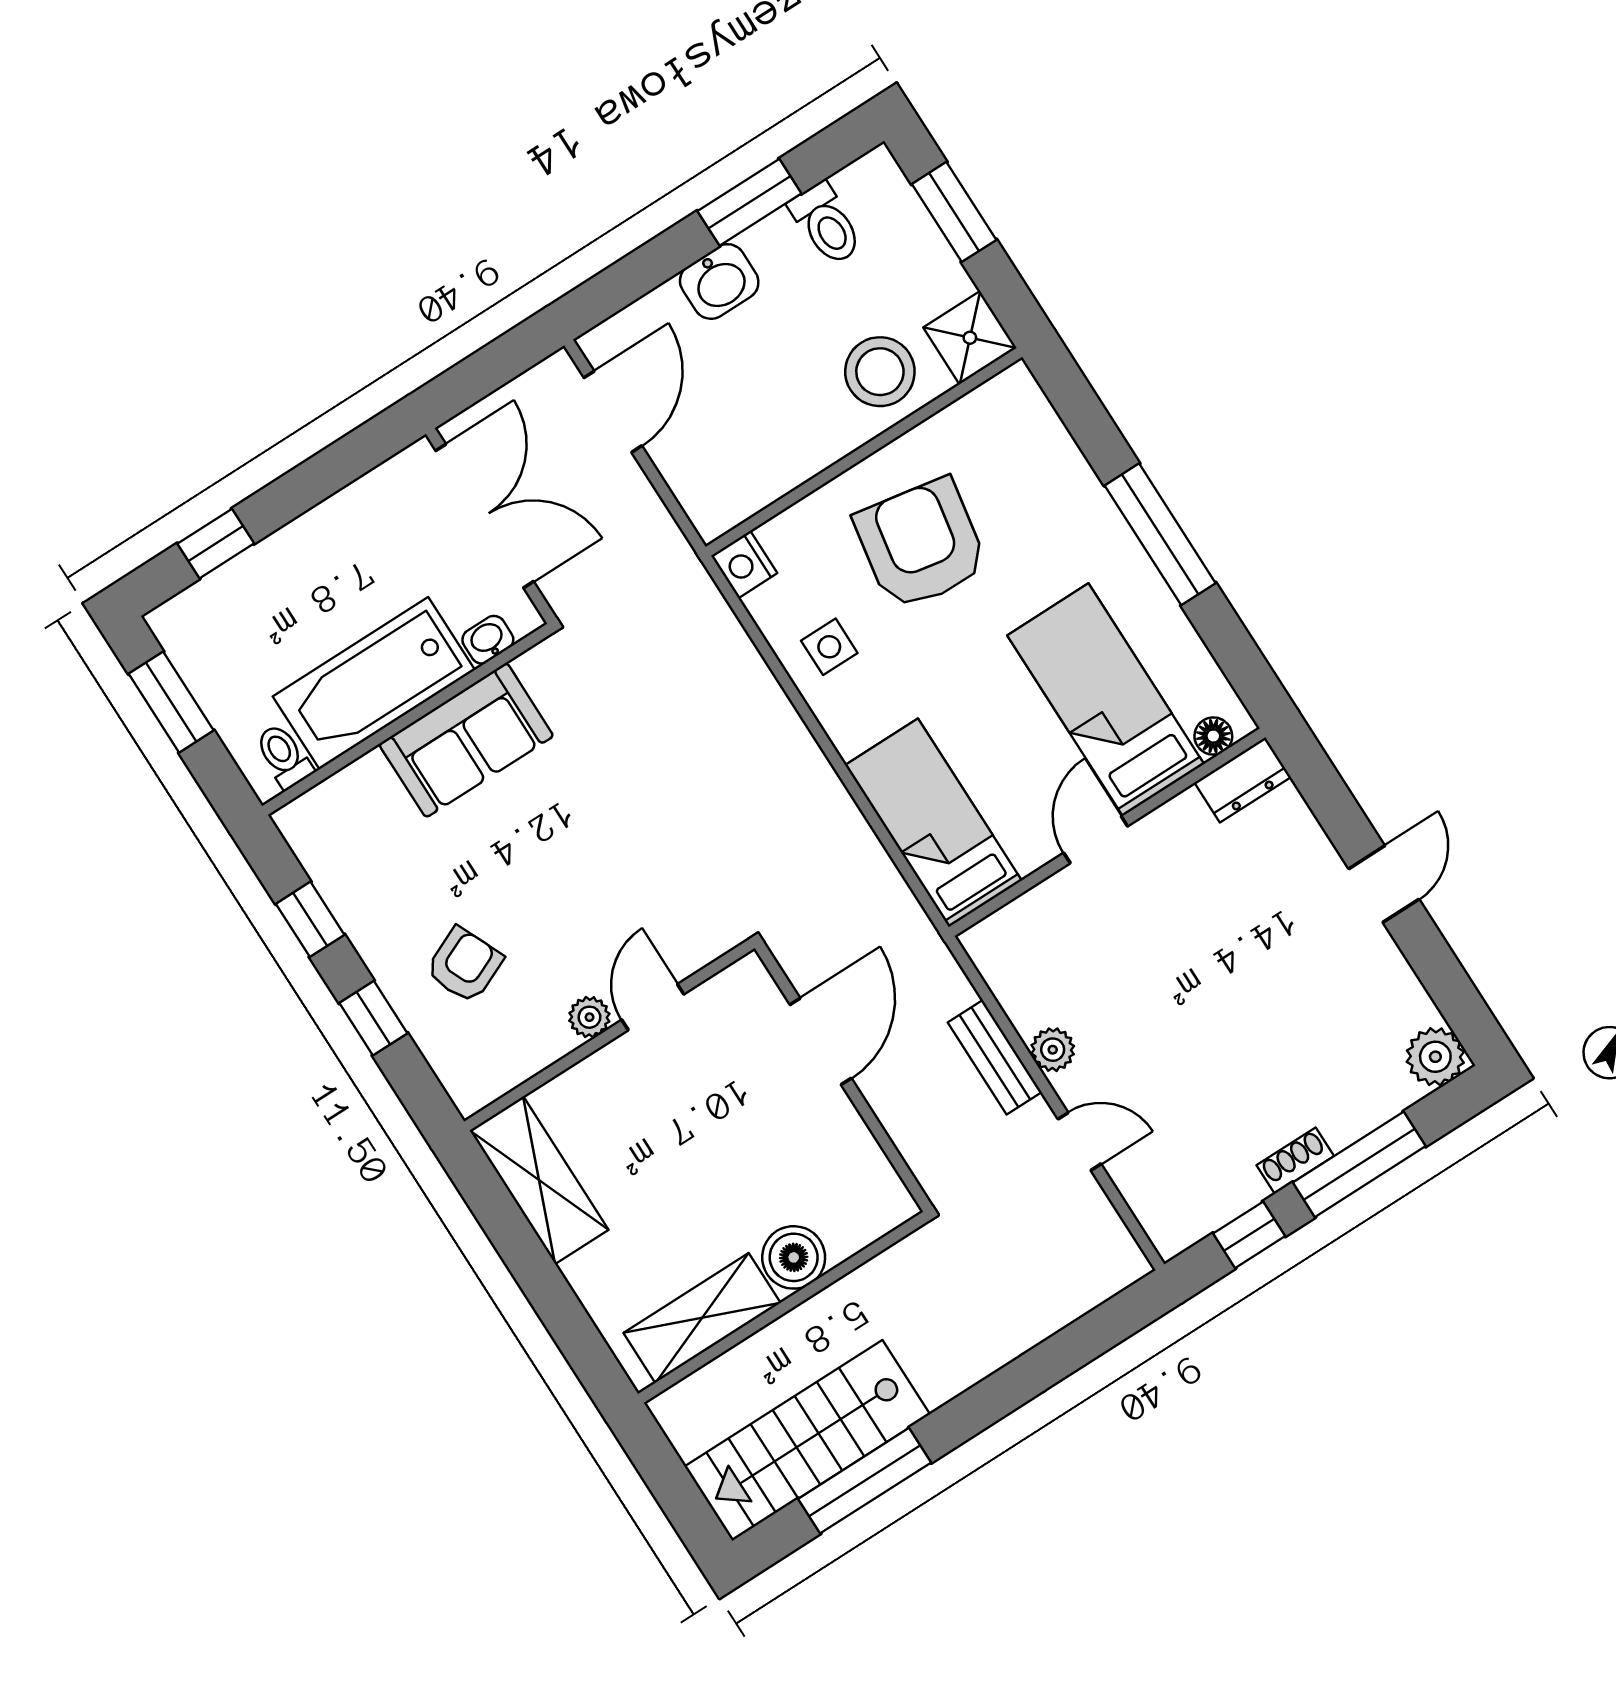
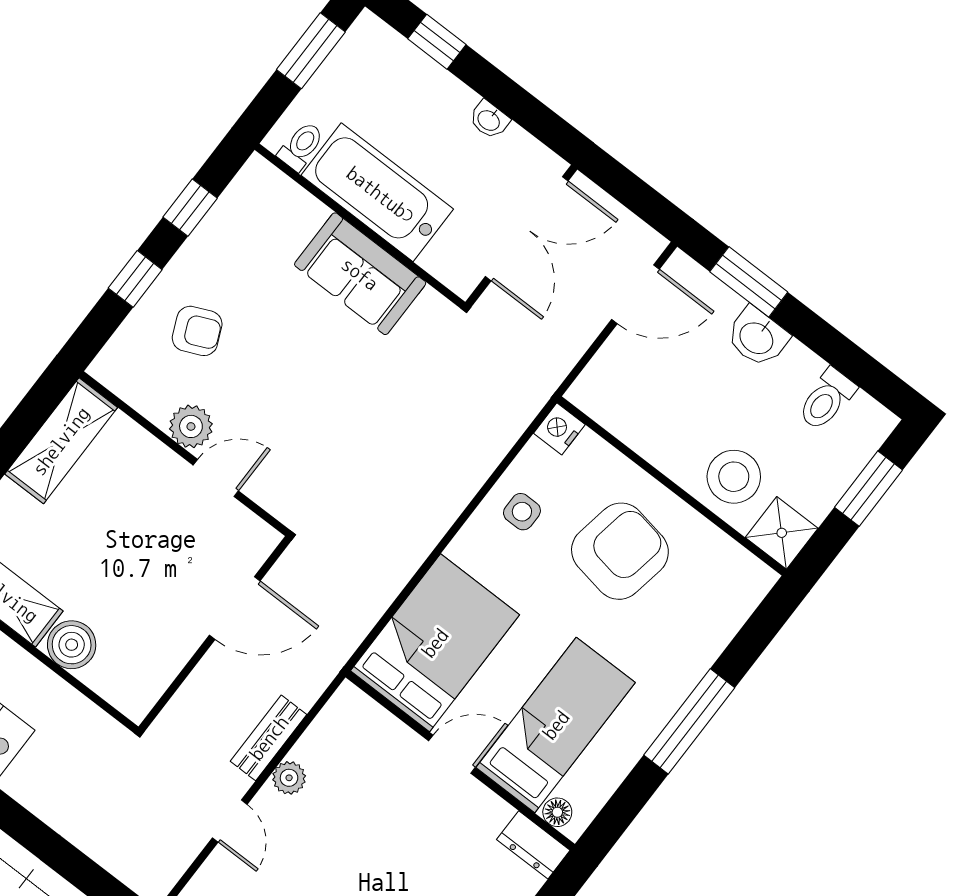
window: (749, 202) -> (749, 282), moved
washbasin: (488, 640) -> (489, 120), moved, turned 180
bed: (933, 823) -> (435, 643), width x1.50
plant: (589, 1017) -> (191, 426), width x1.38, depth x1.38

